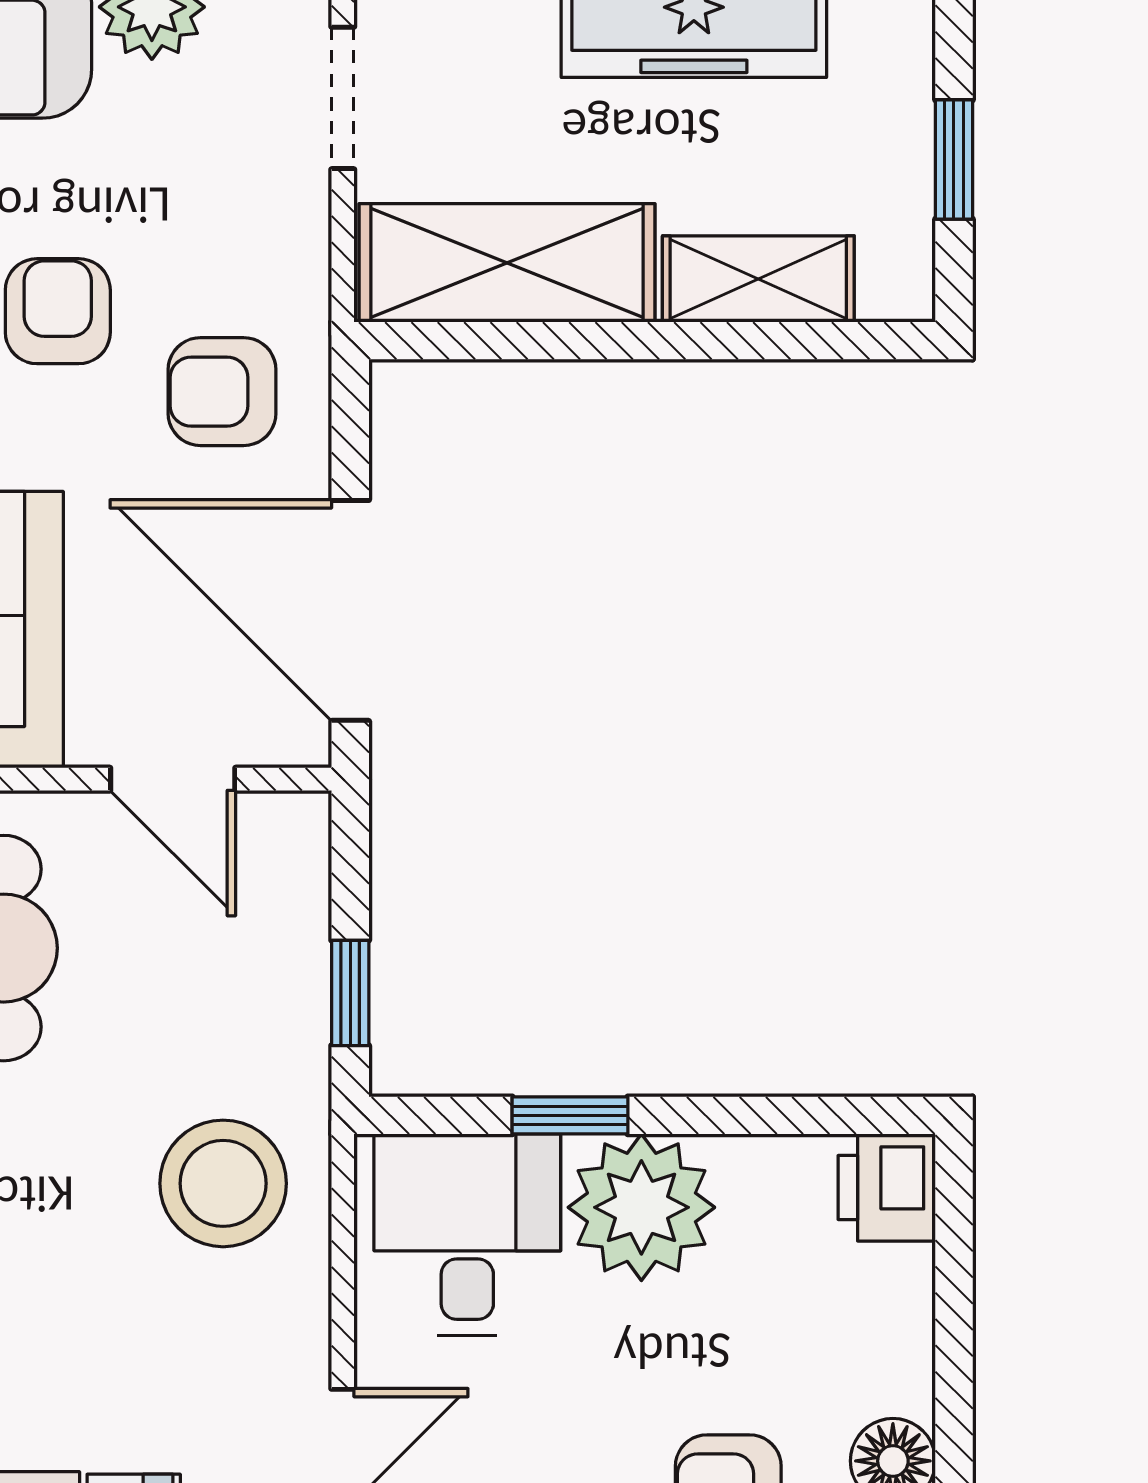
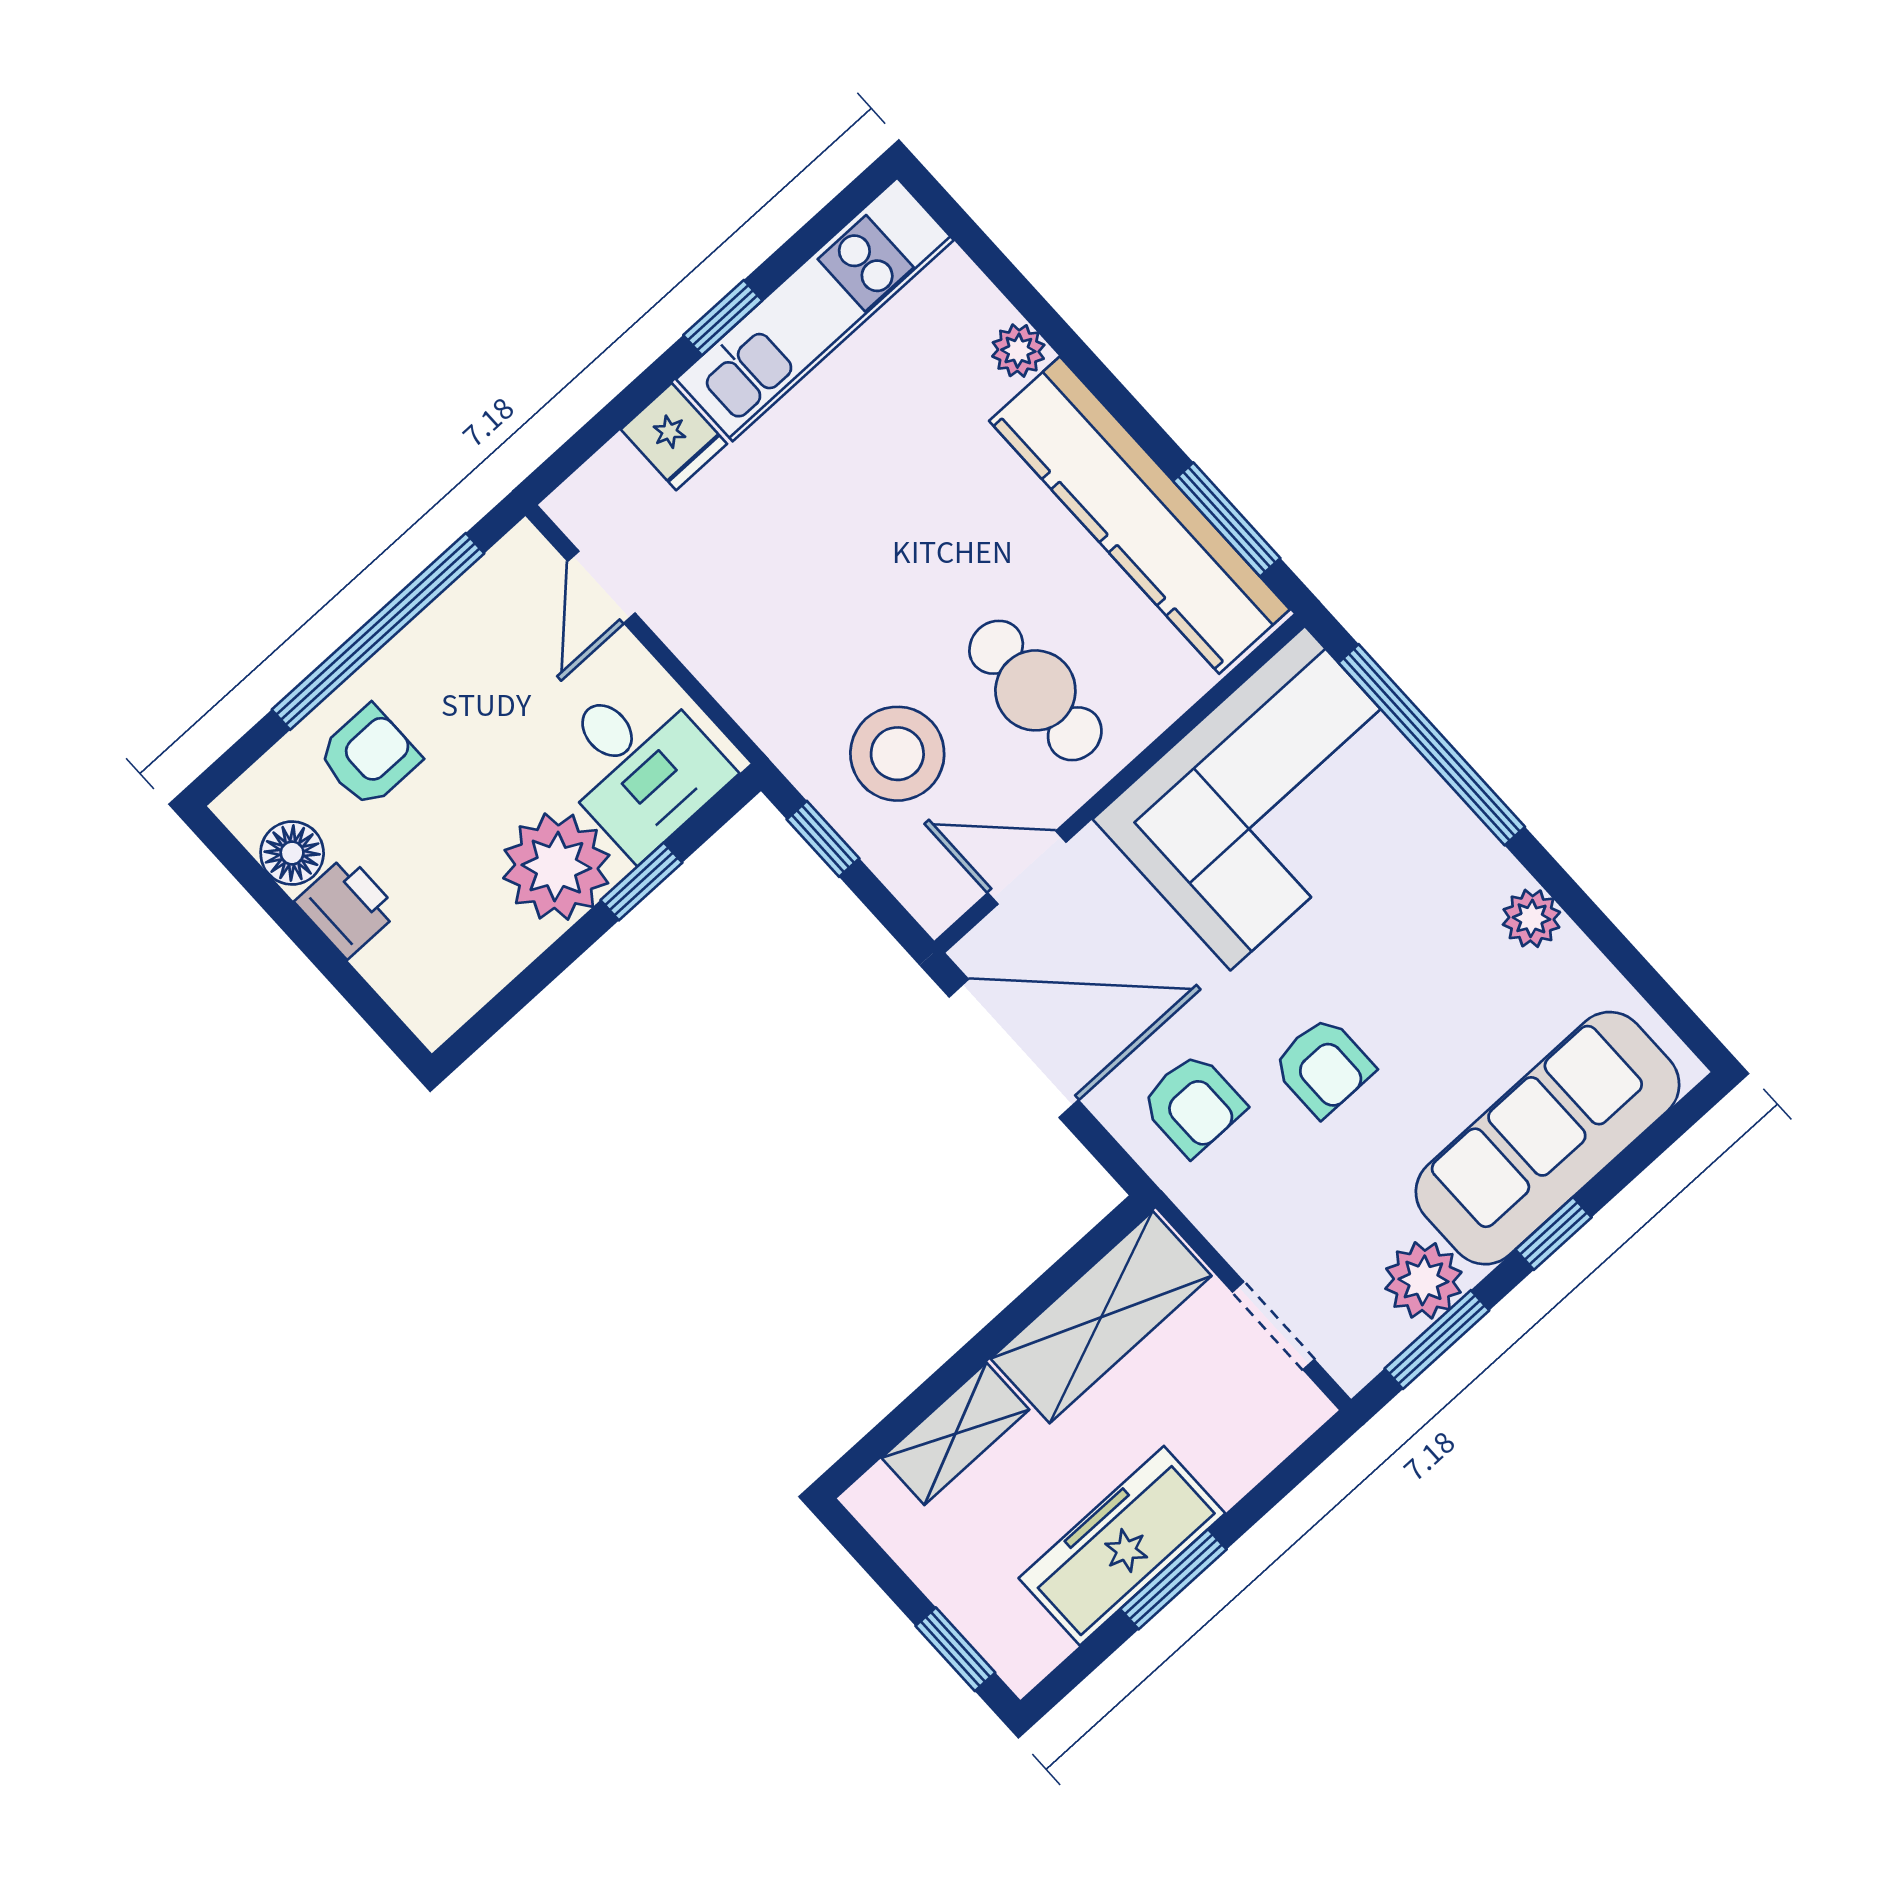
window: (954, 160) -> (955, 1649), moved
armchair: (222, 392) -> (1193, 1105), turned 90
stool: (223, 1183) -> (897, 754), moved
printer: (887, 1187) -> (347, 907), moved

